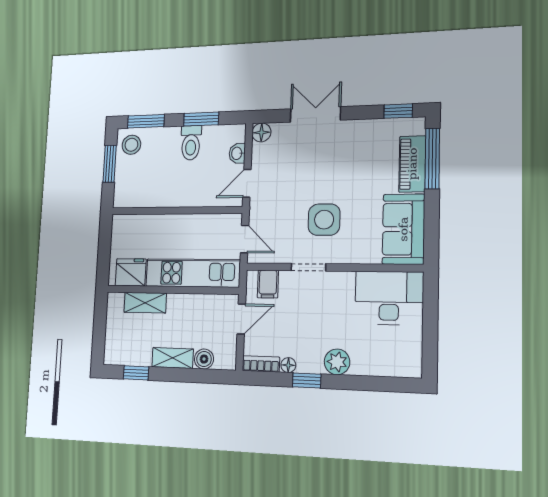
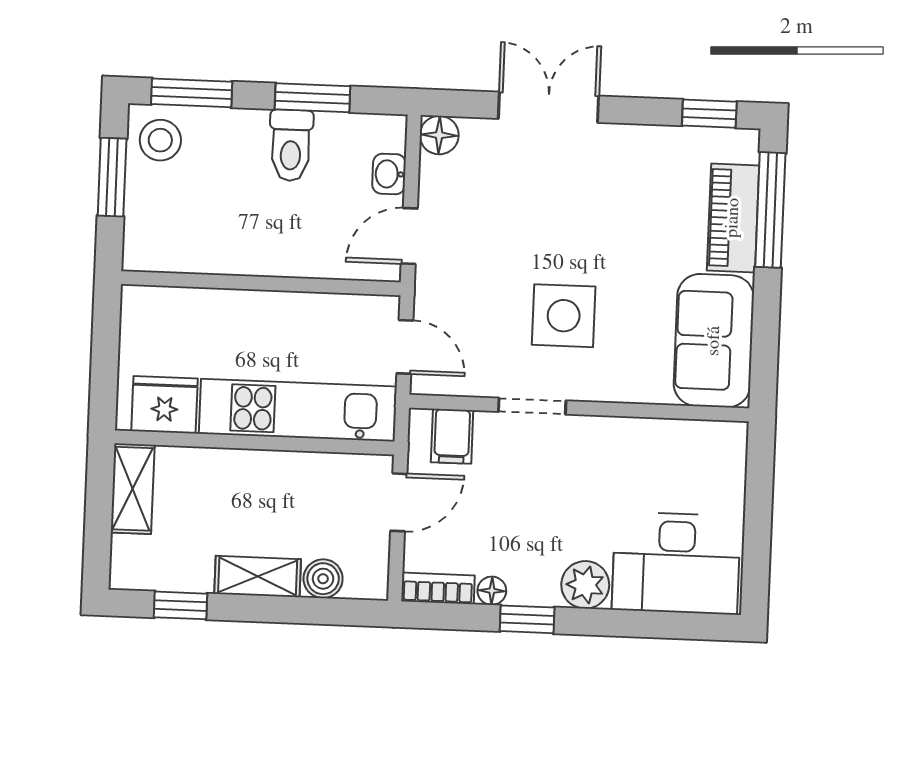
desk: (389, 298) -> (676, 563), moved, turned 180
shelving: (145, 303) -> (133, 489), moved, turned 90

